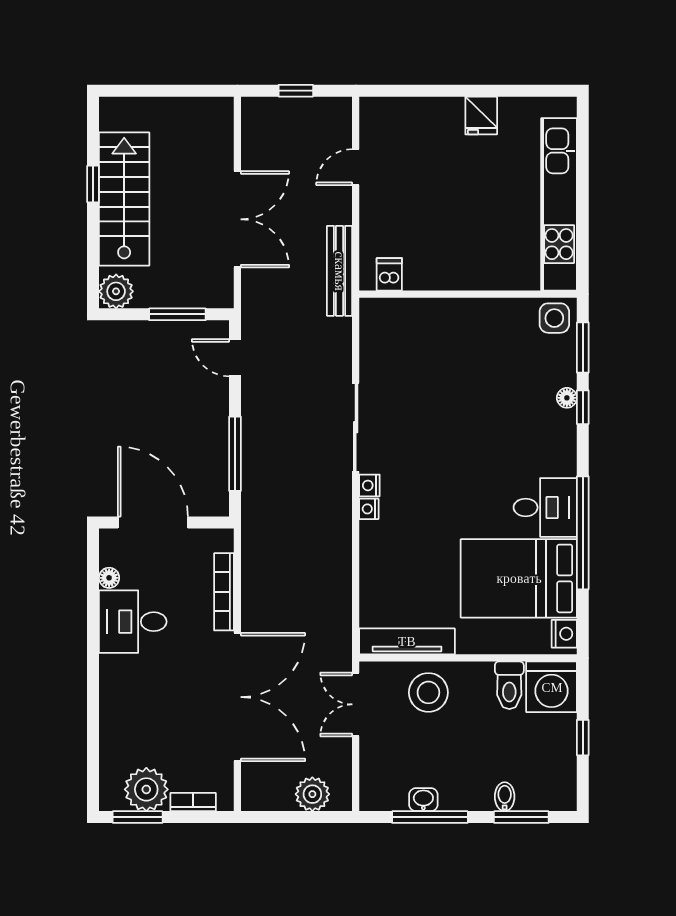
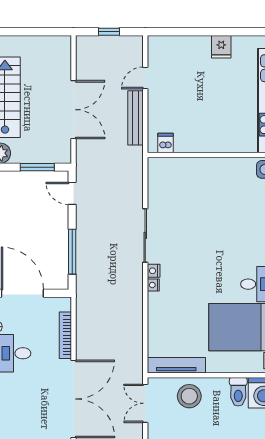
bench: (340, 271) -> (135, 118), moved

